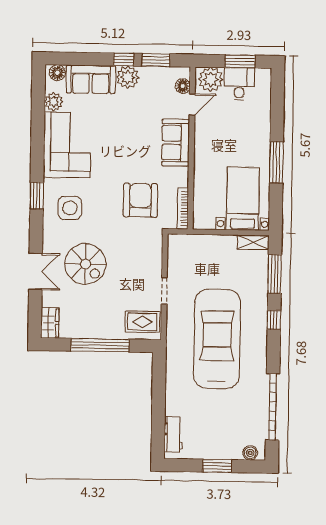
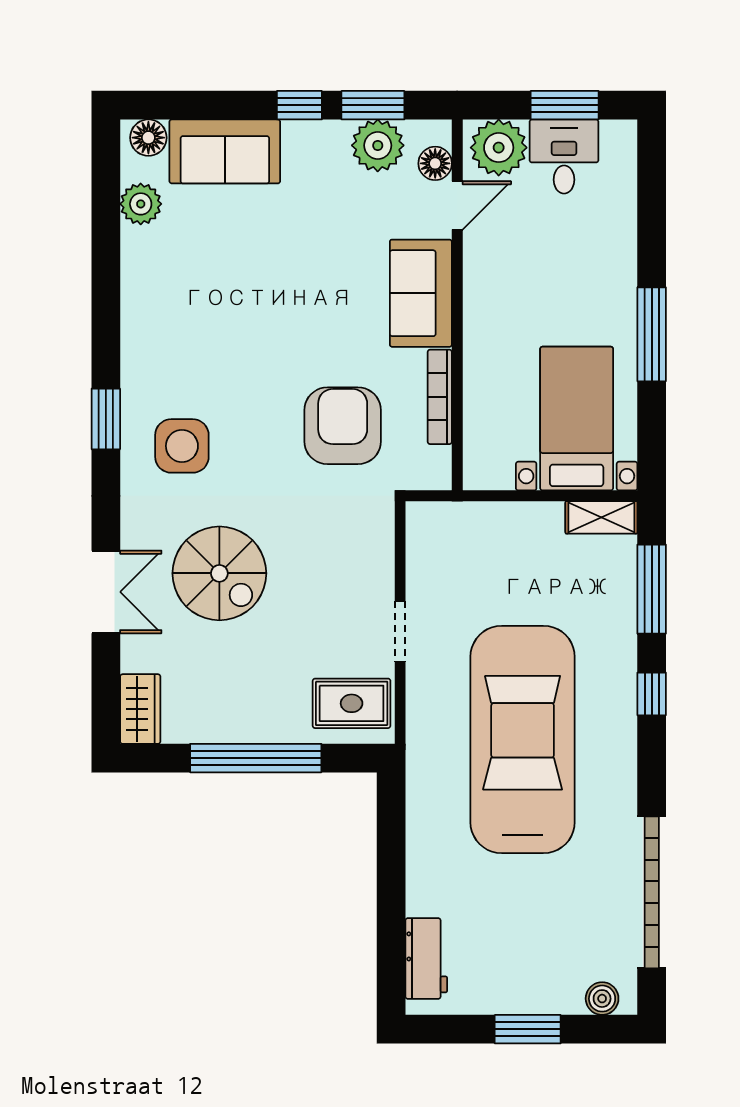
plant: (128, 77) -> (378, 145), moved
corner sofa: (67, 145) -> (173, 302), removed
bookcase: (183, 209) -> (440, 397), moved

